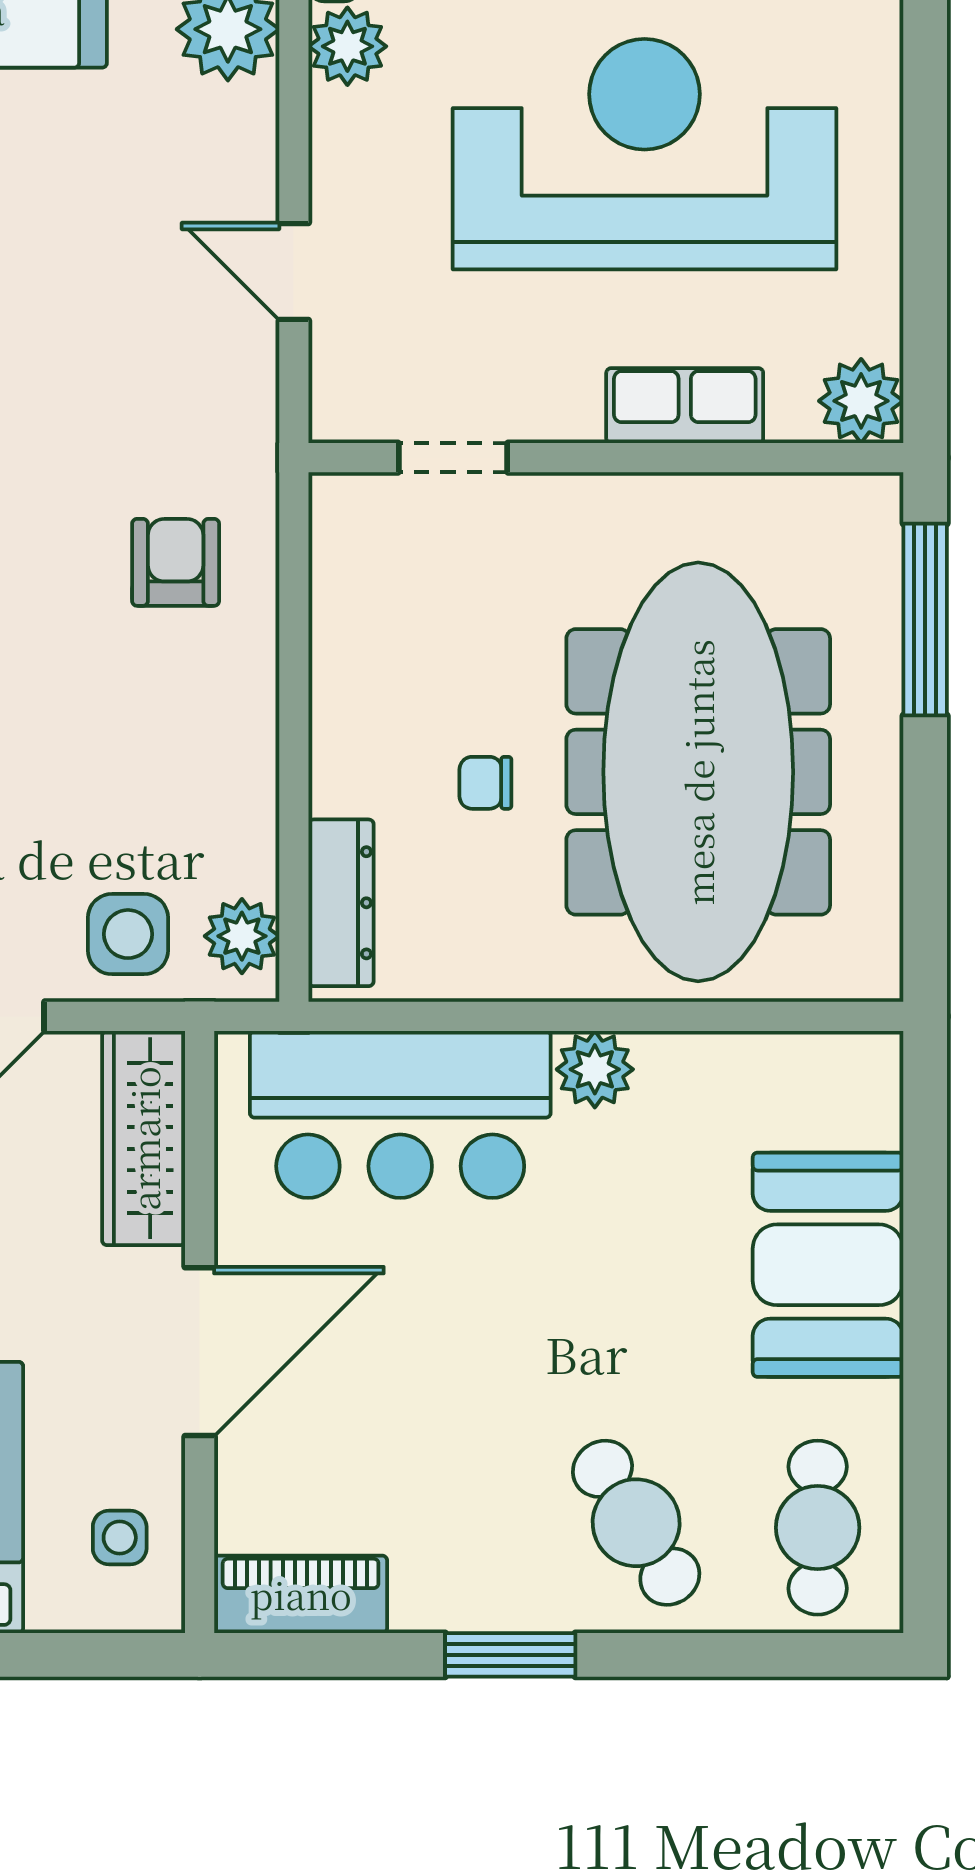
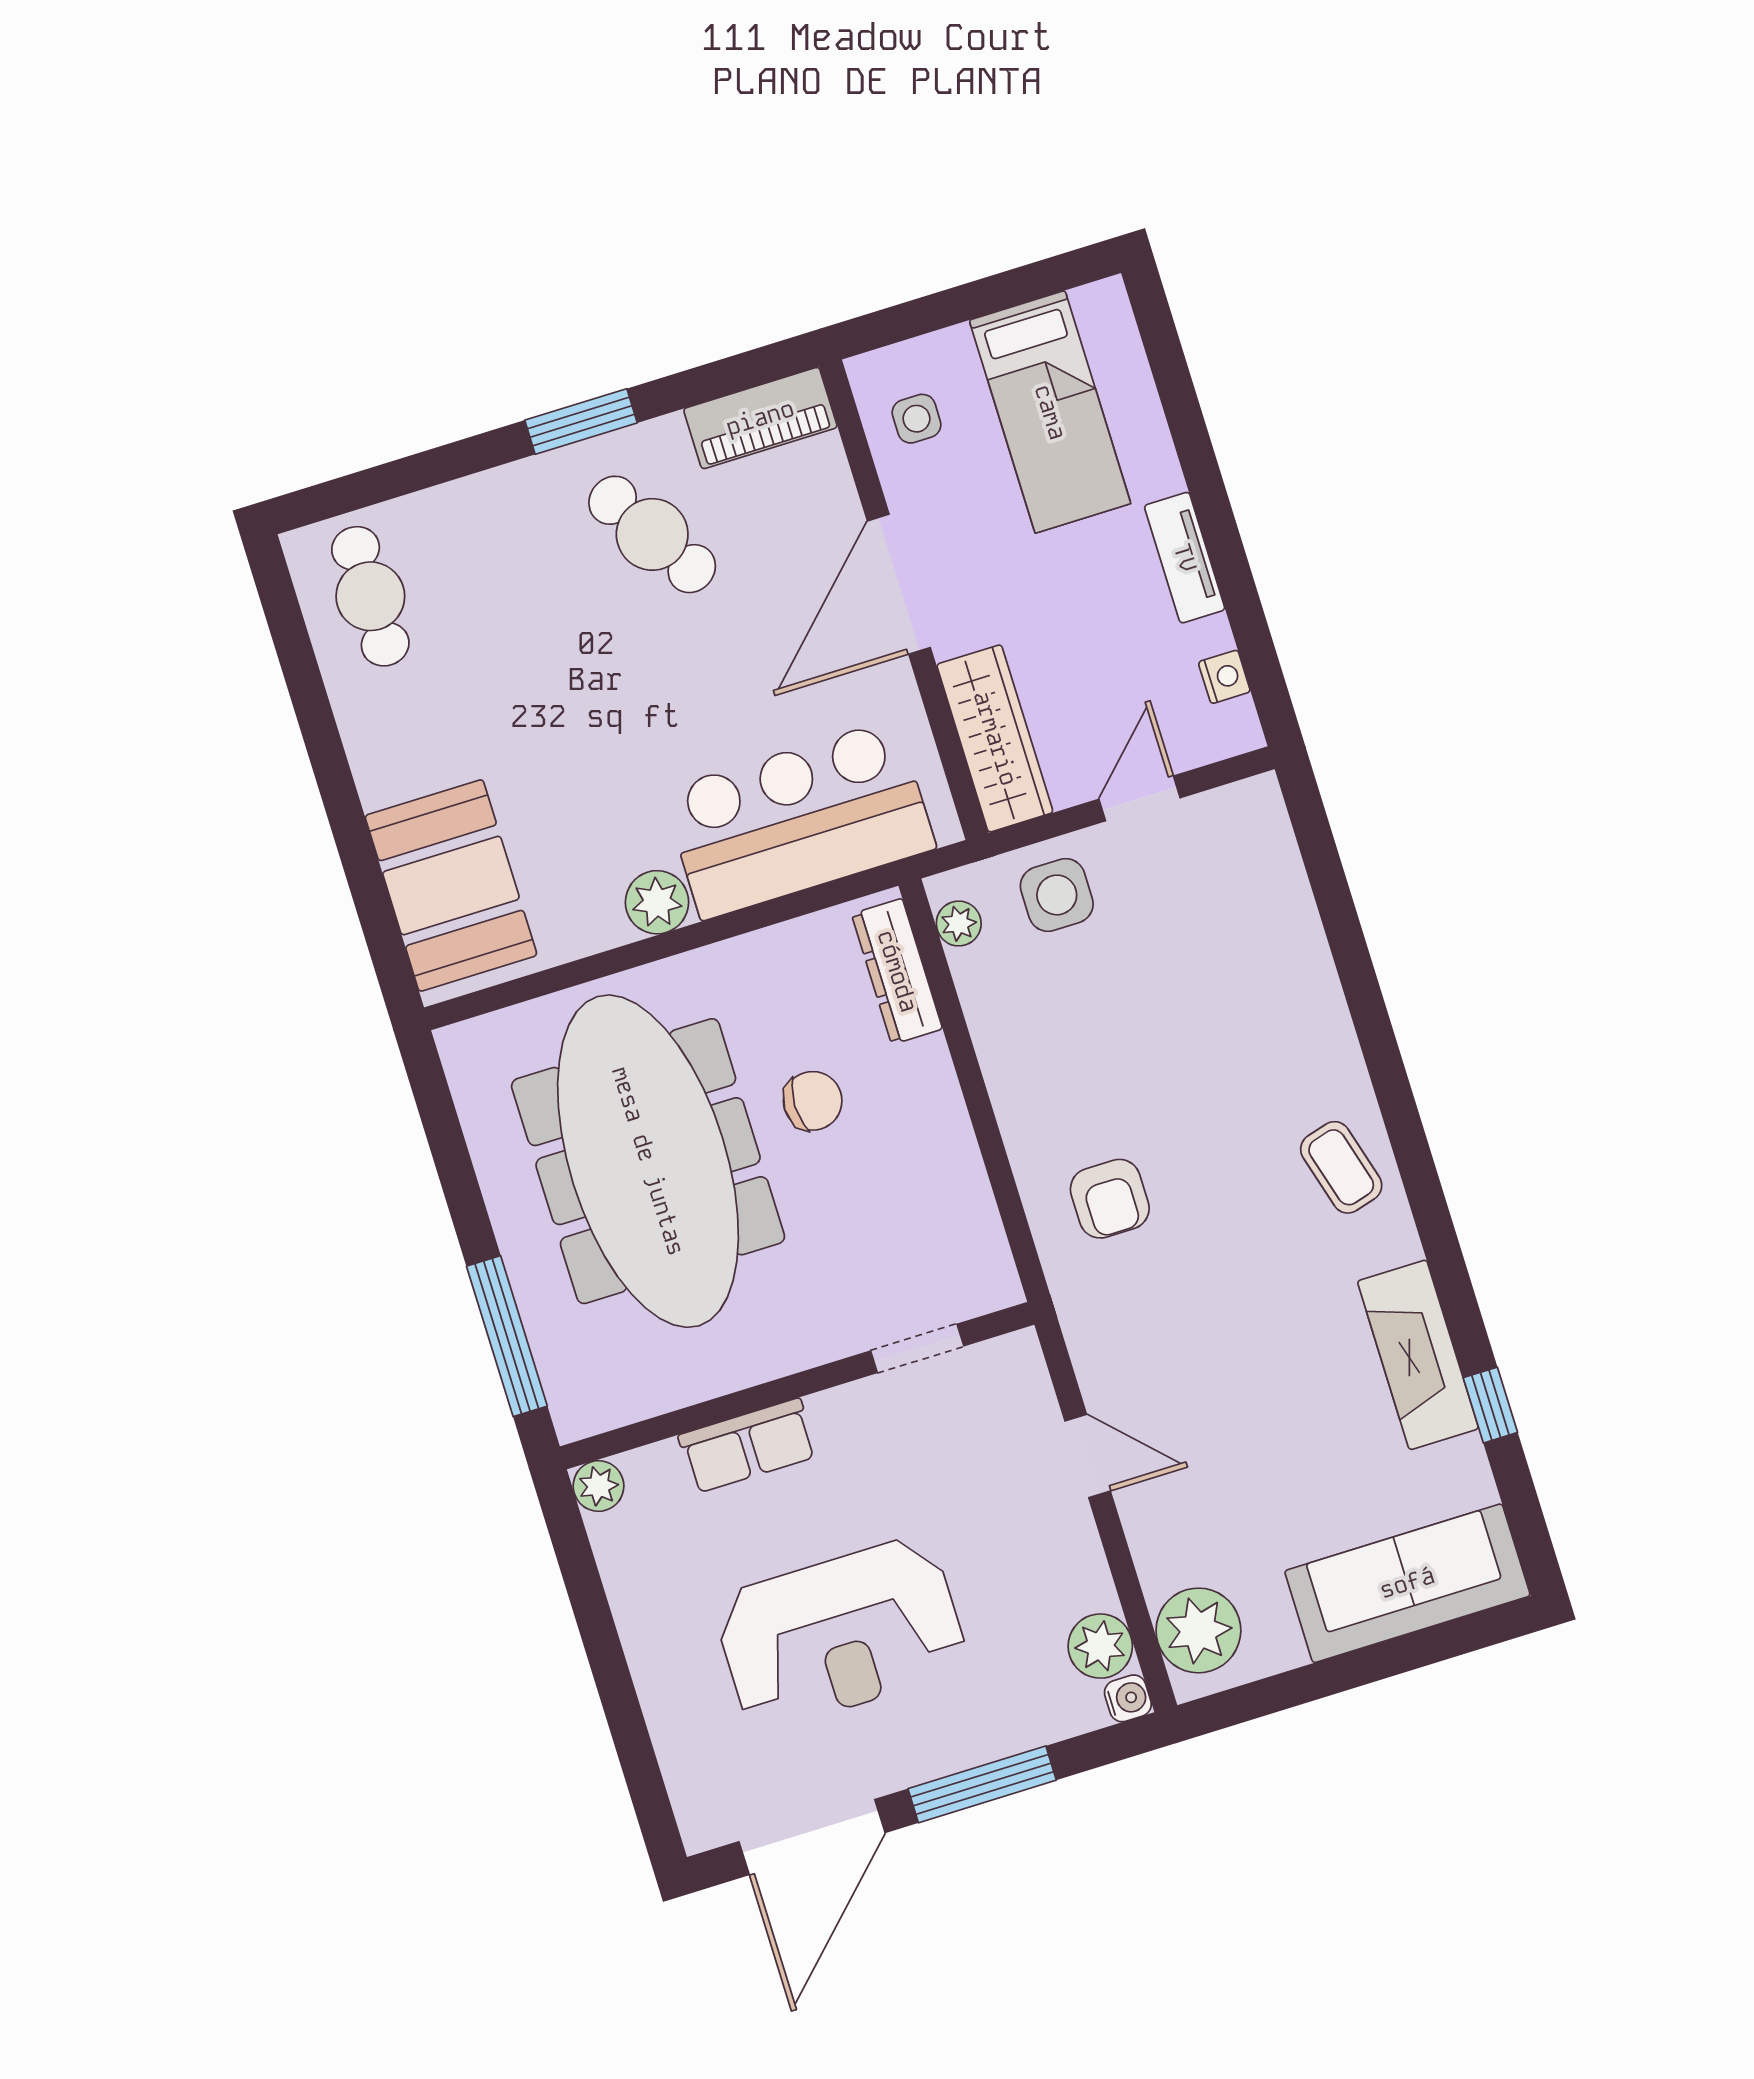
reception desk: (644, 154) -> (841, 1634), width x0.74, depth x0.77
plant: (861, 401) -> (598, 1486), width x0.73, depth x0.73
chair: (485, 783) -> (813, 1101), width x1.37, depth x1.37
plant: (242, 936) -> (959, 924), width x0.73, depth x0.73
booth: (828, 1265) -> (451, 885), moved
cafe table: (636, 1523) -> (652, 534), moved

